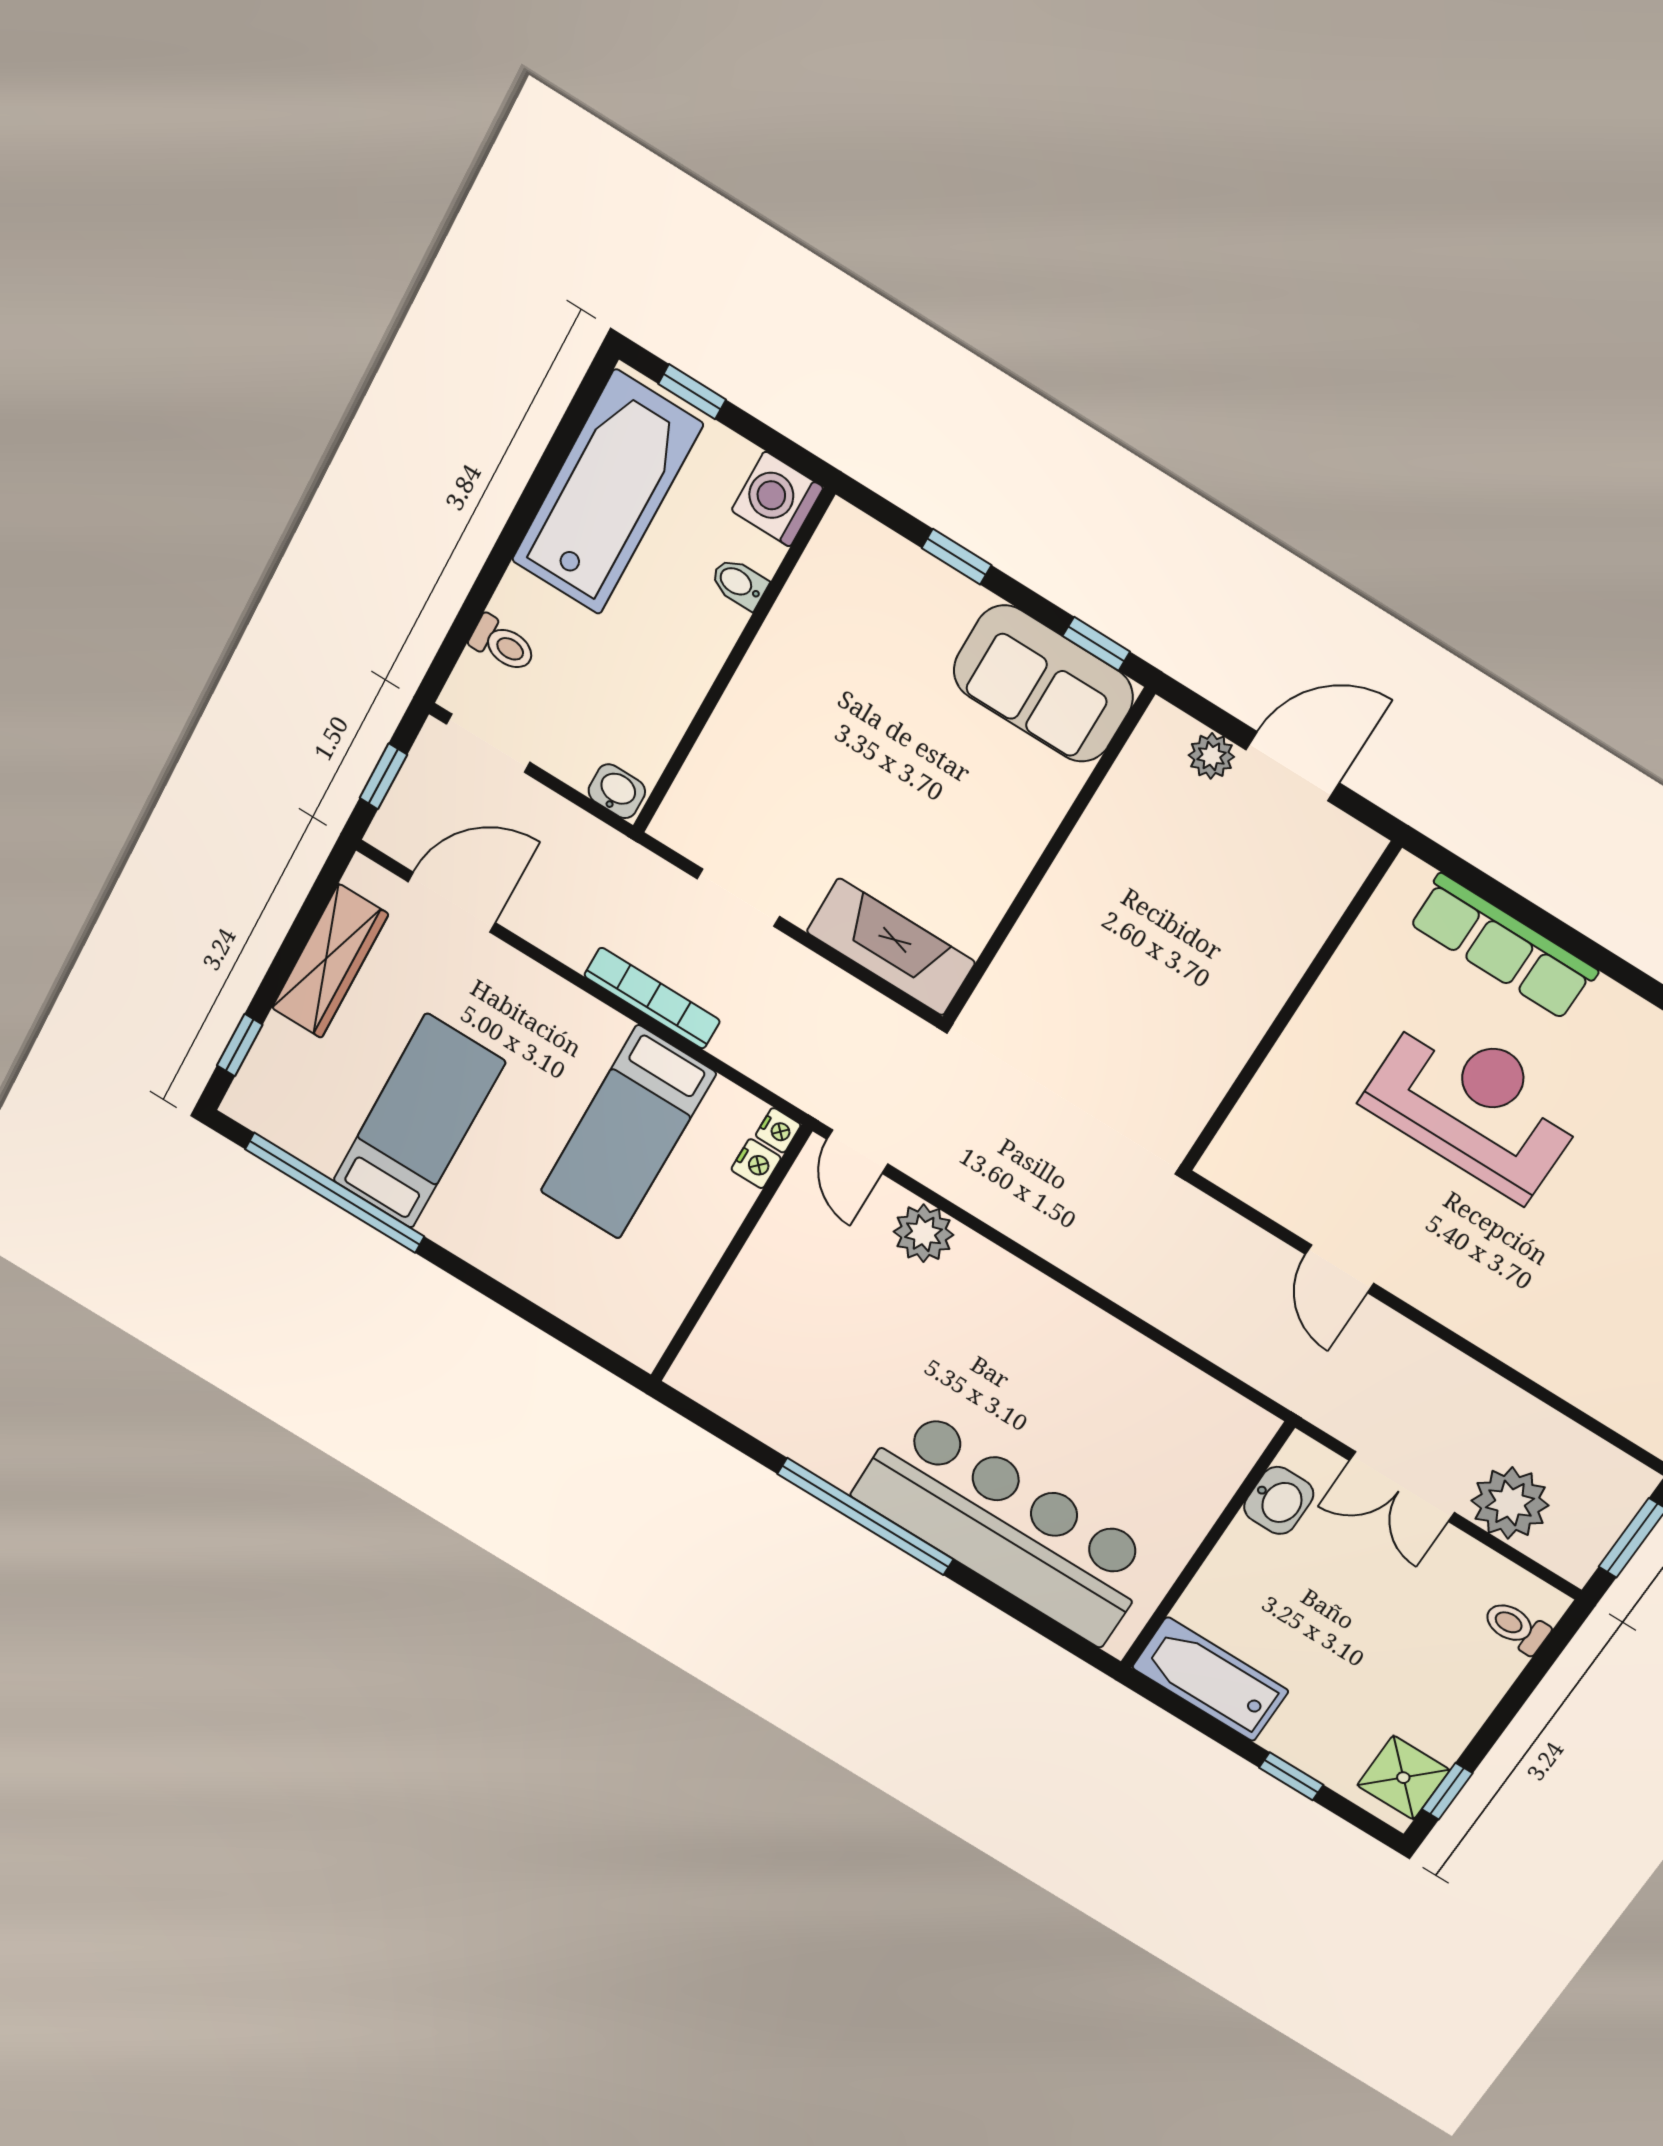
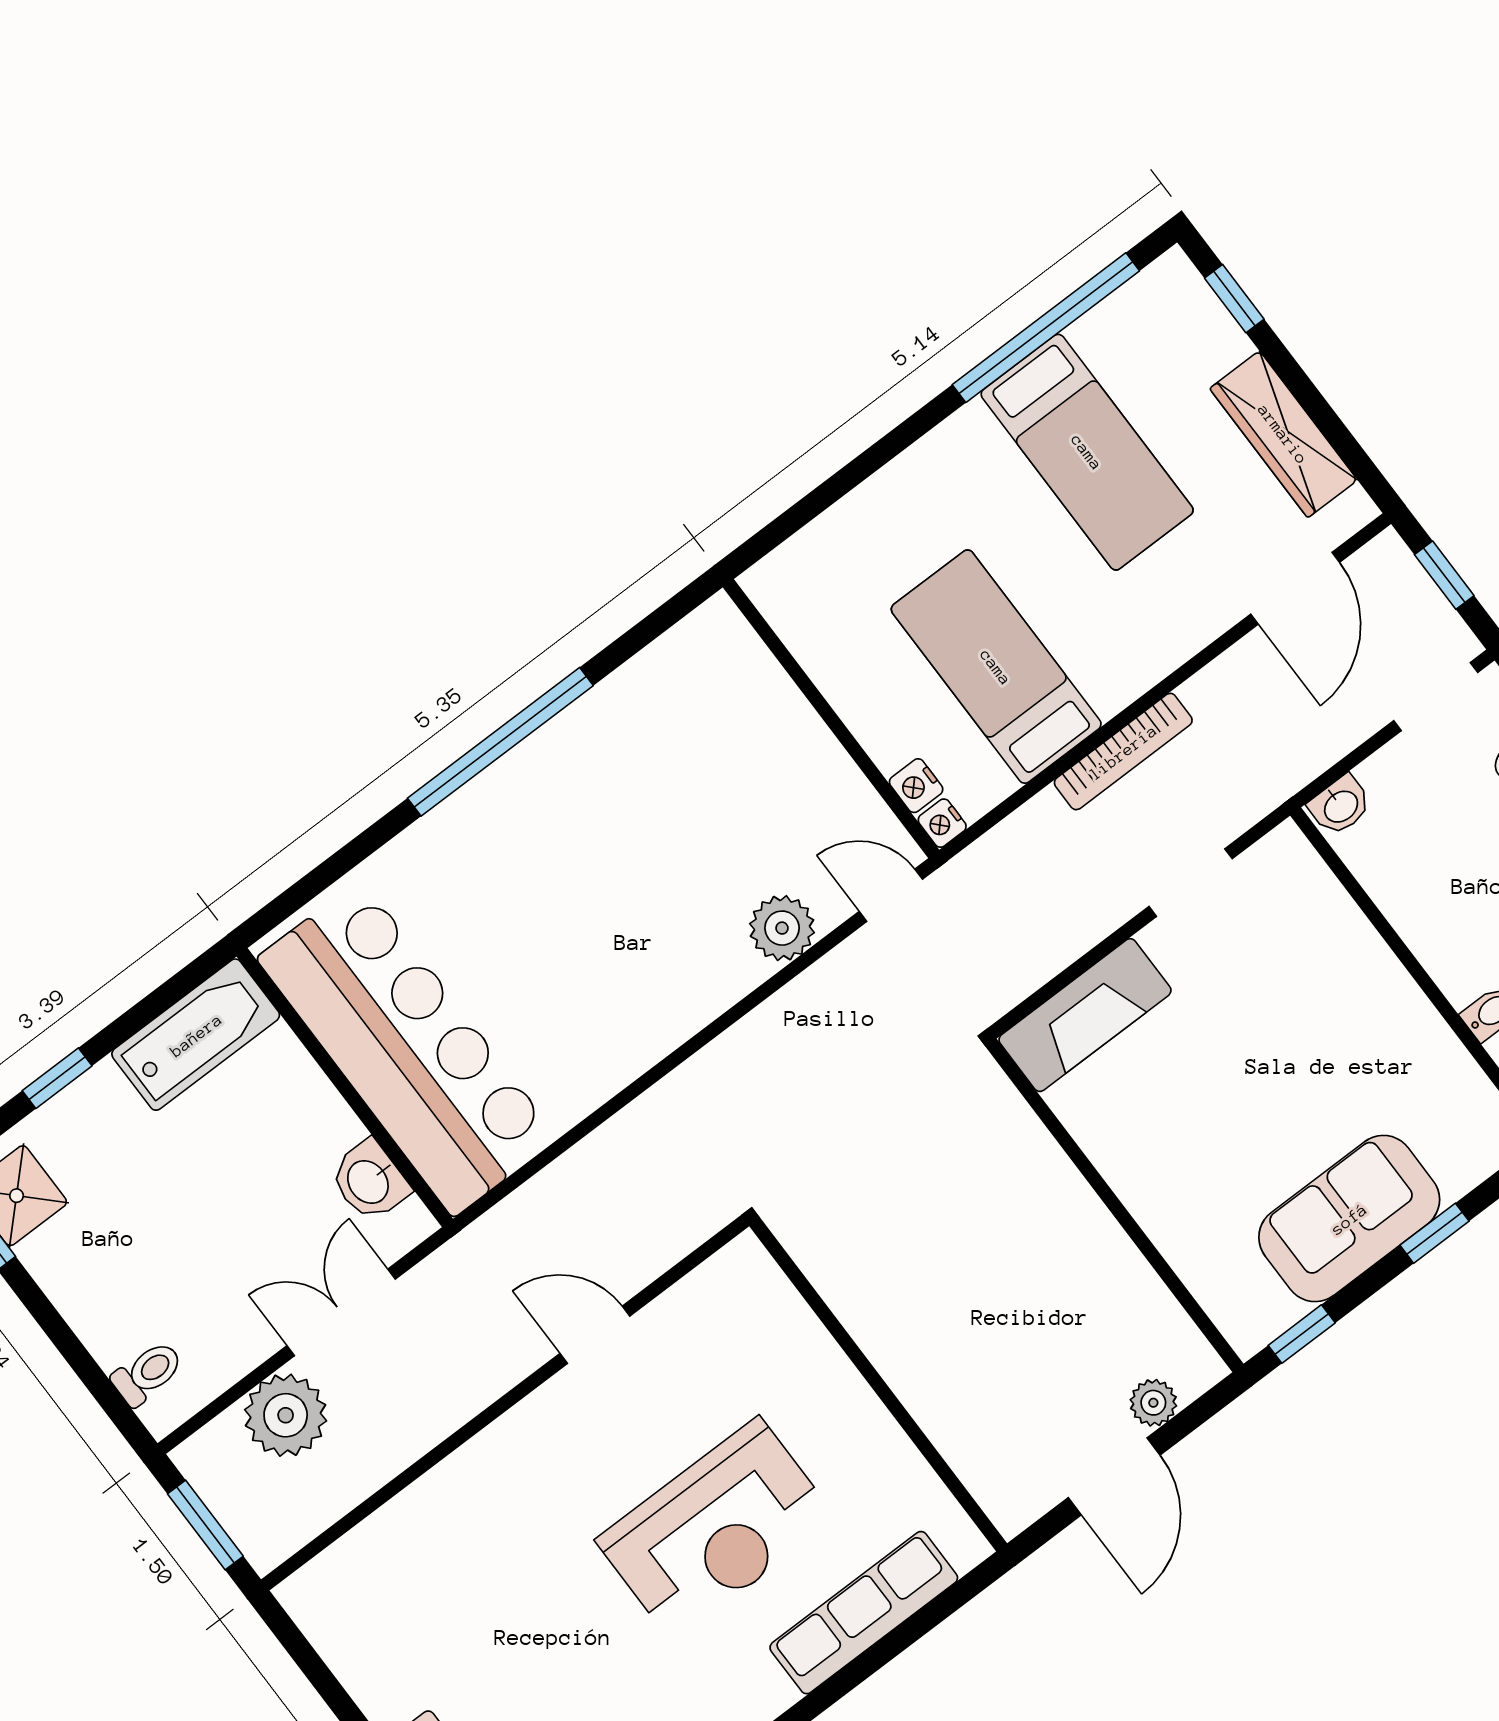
sofa: (1043, 684) -> (1349, 1219), moved
bar counter: (1006, 1526) -> (407, 1048), moved, turned -90

